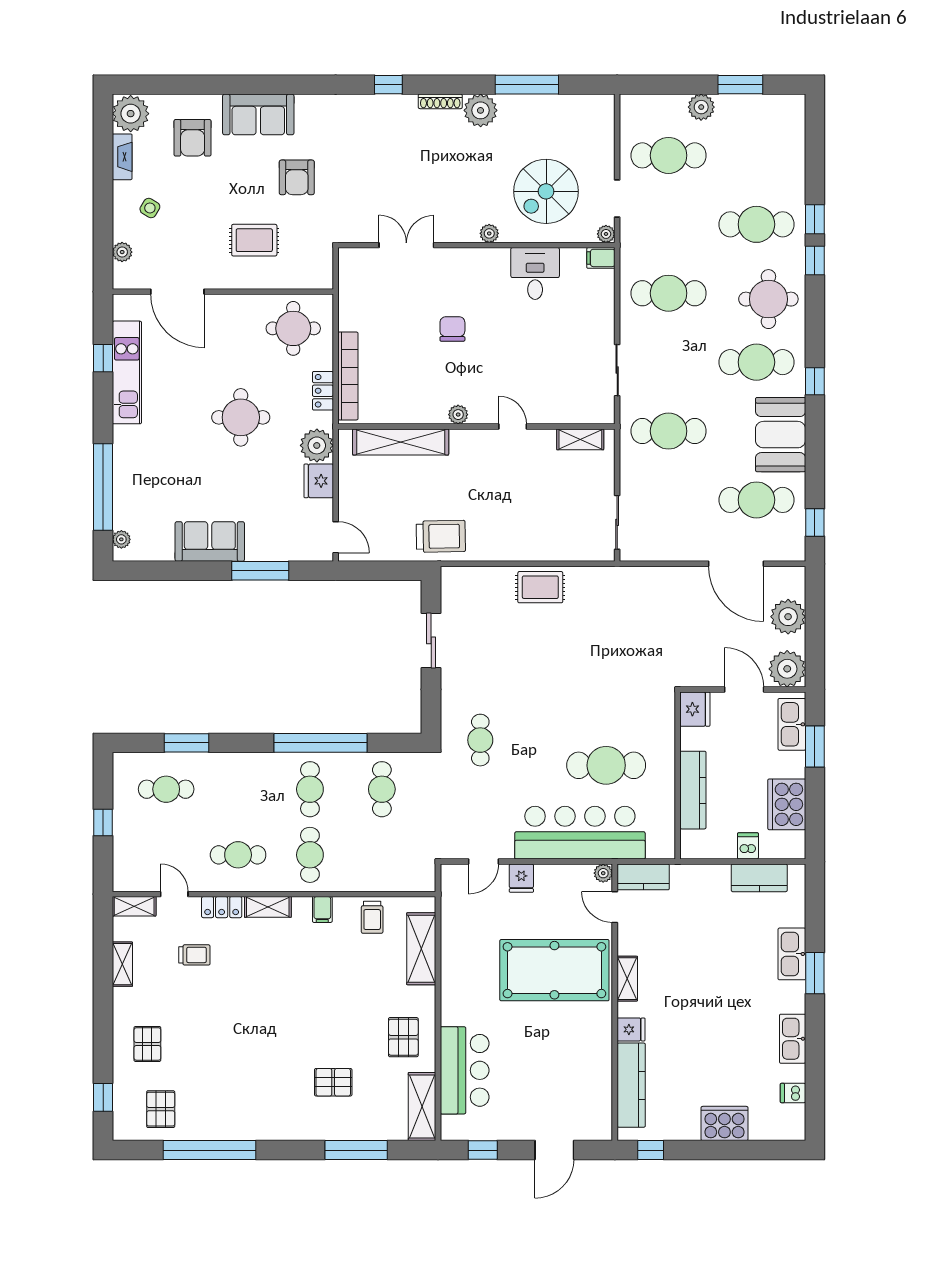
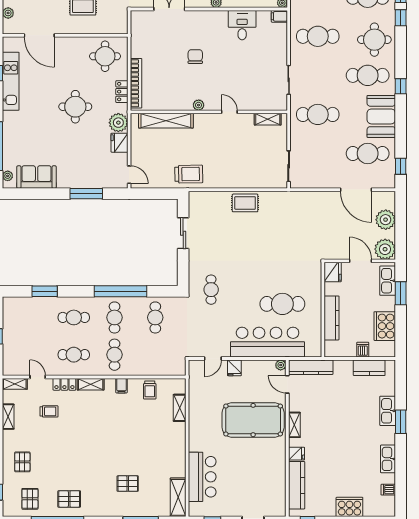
sofa: (210, 541) -> (37, 177), moved
cafe table: (166, 789) -> (74, 317), moved
kitchen counter: (643, 877) -> (311, 367), width x1.50
shelving: (421, 949) -> (180, 408), width x0.67, depth x0.75
pallet: (403, 1037) -> (69, 499), moved, turned 90

